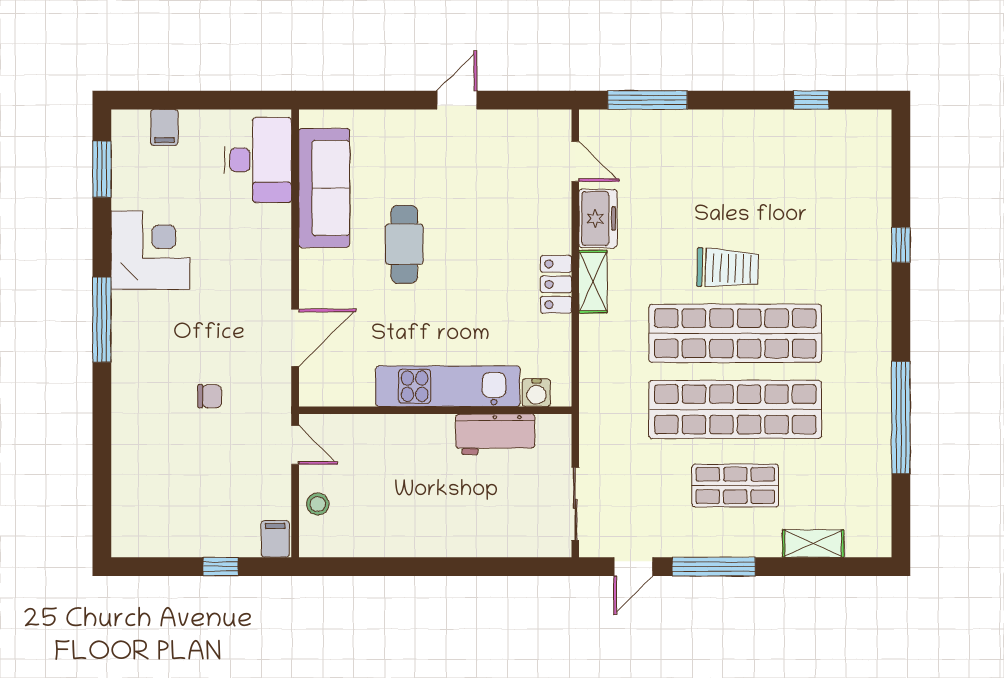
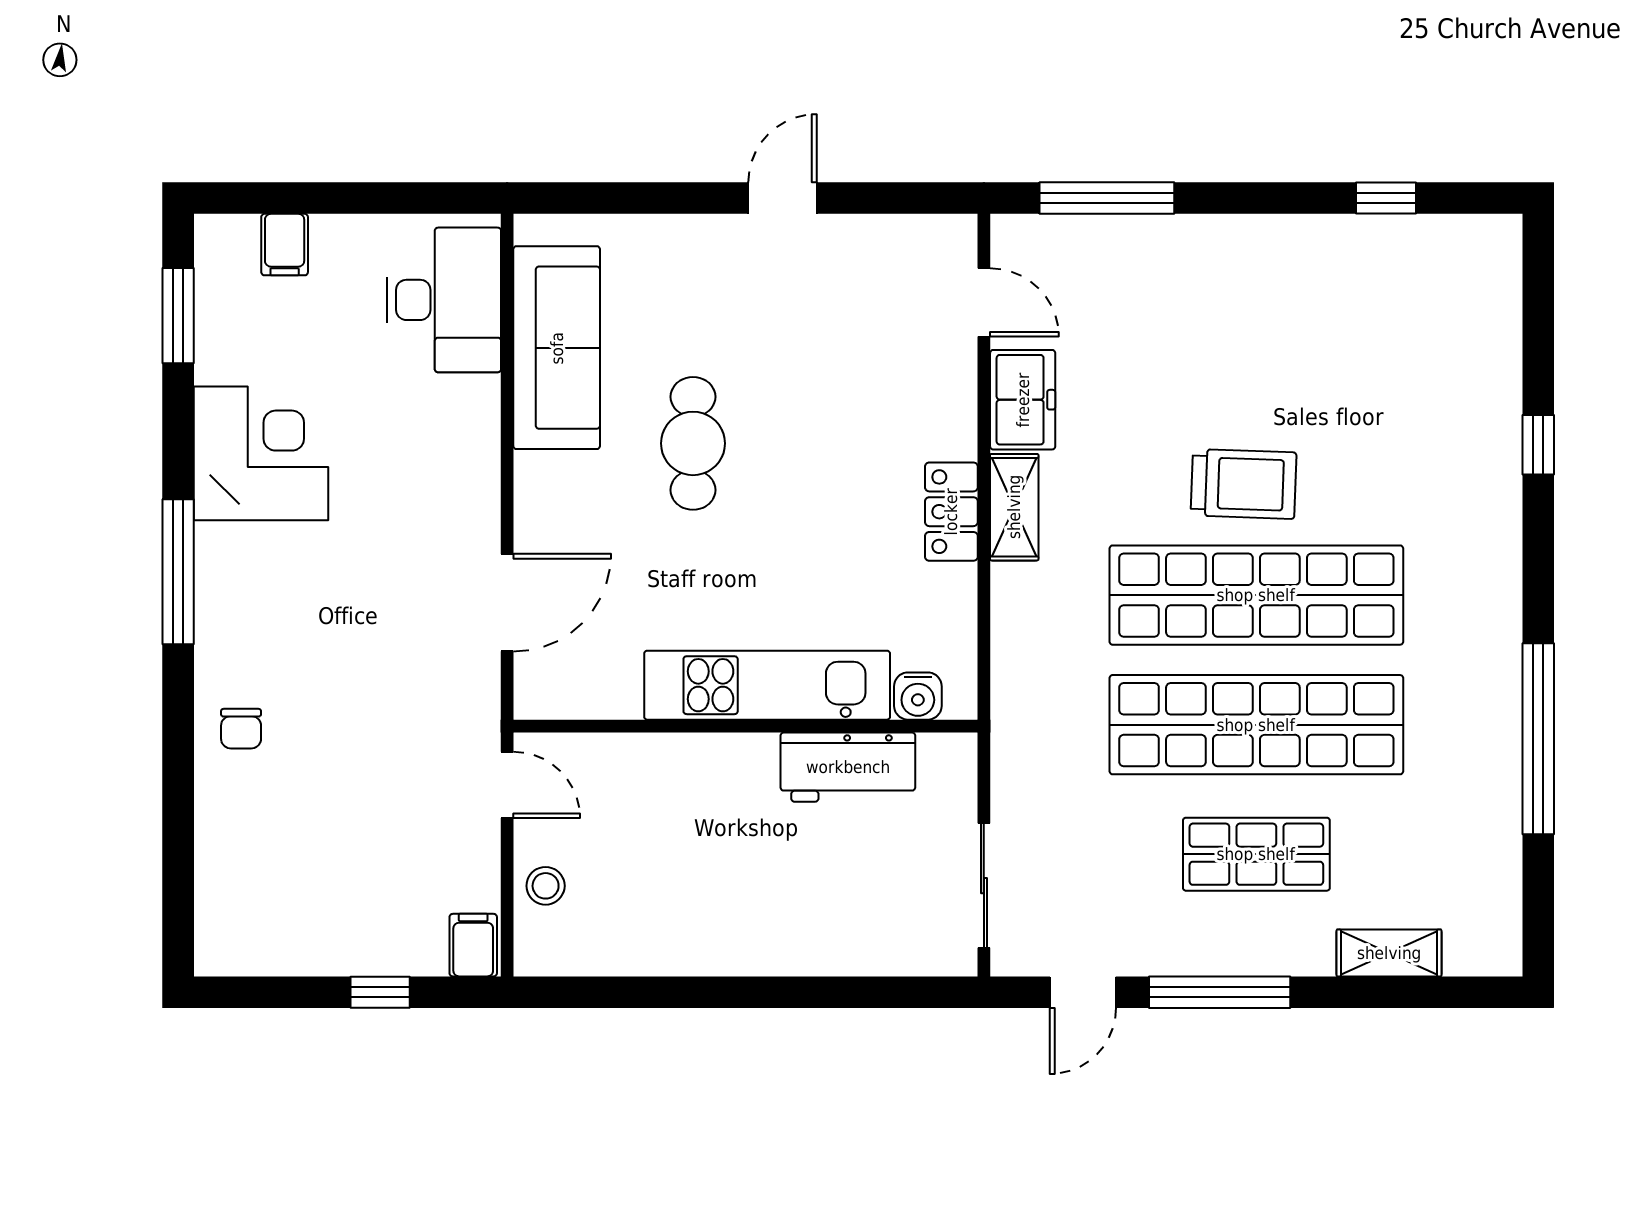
chair: (210, 396) -> (241, 729), moved, turned 90

